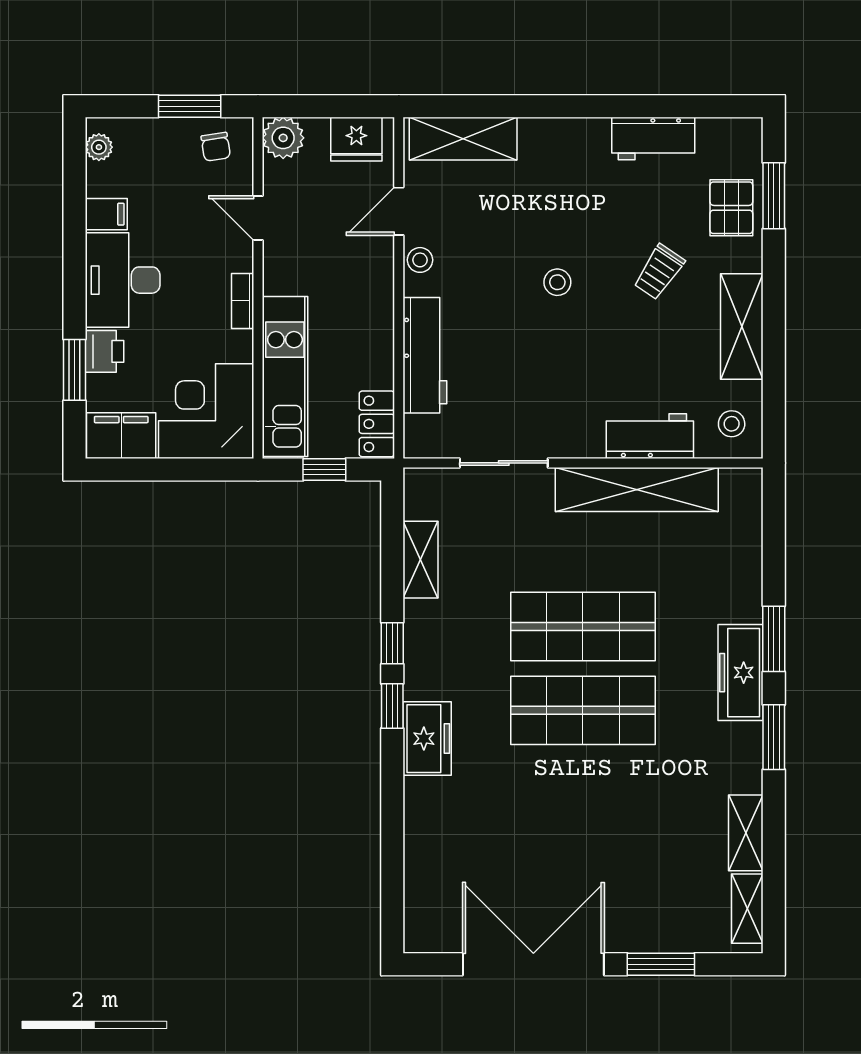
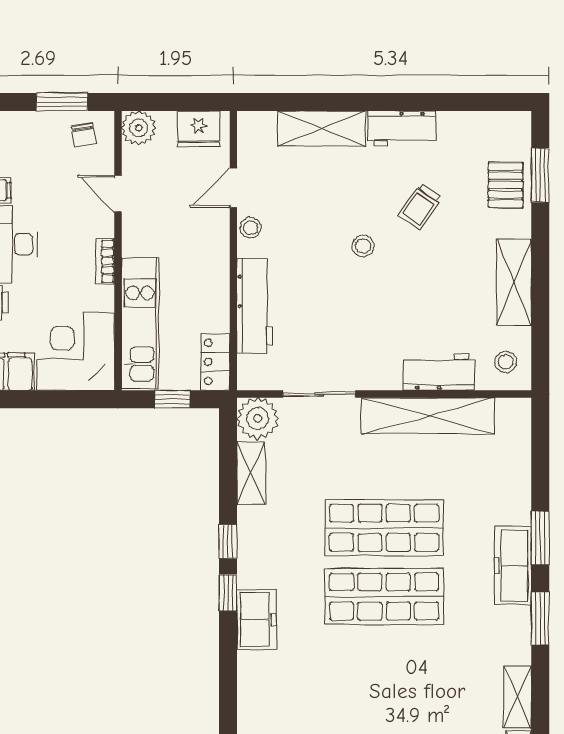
workbench: (653, 138) -> (402, 128), moved
shelving: (463, 139) -> (322, 128), moved
trolley: (659, 272) -> (420, 207), moved
plant: (429, 493) -> (258, 418), added

